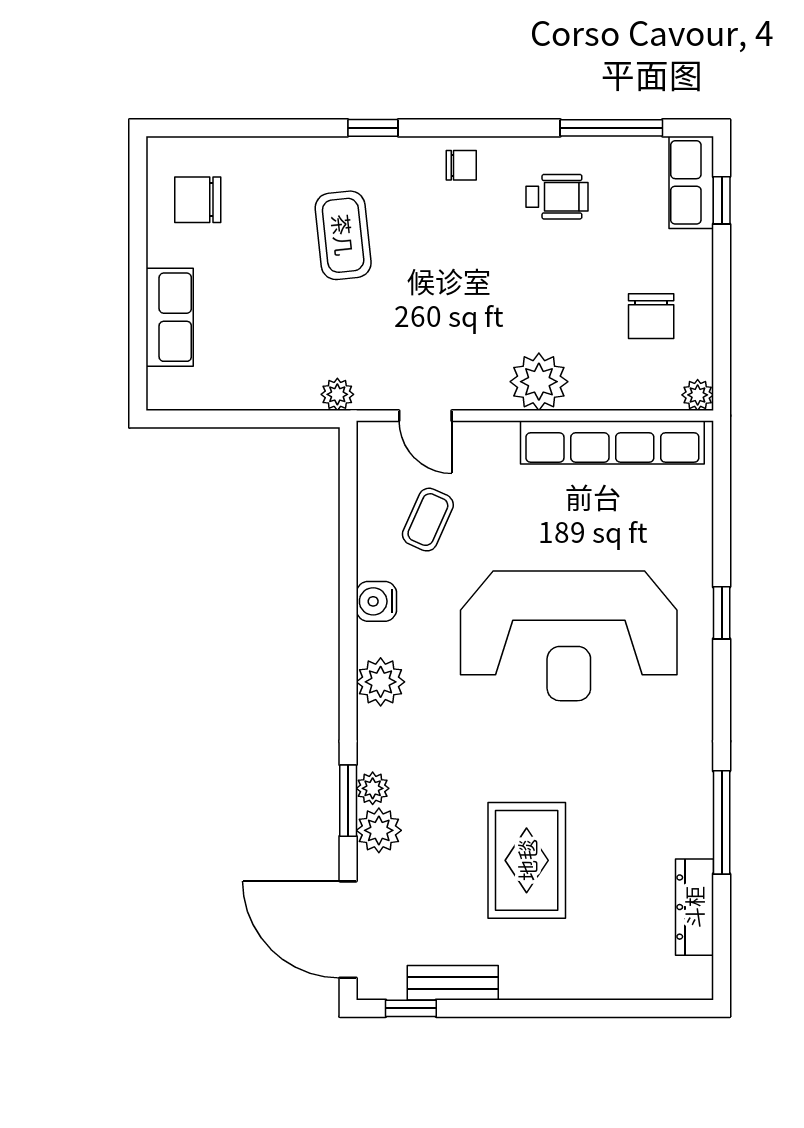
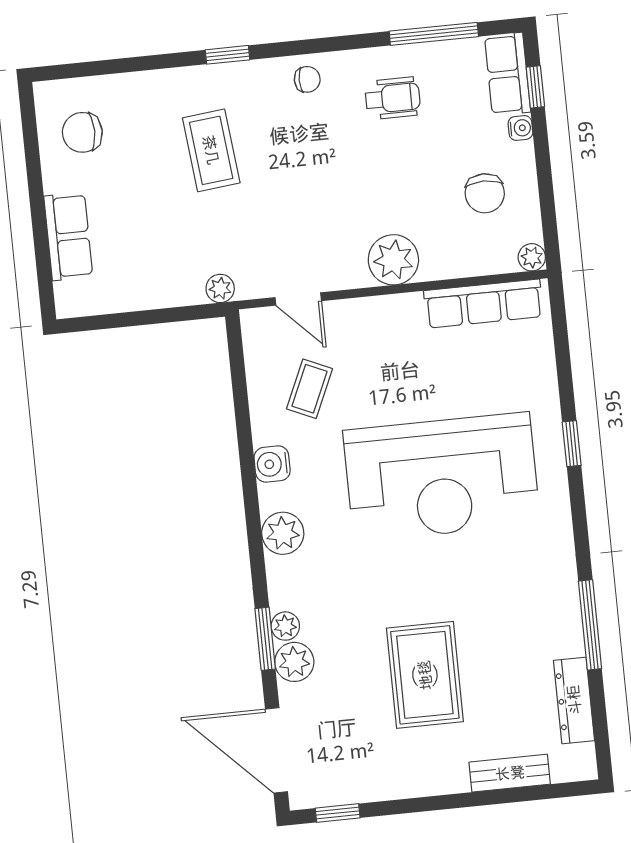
water cooler: (700, 246) -> (520, 128), added
row of seats: (612, 442) -> (483, 304), width x0.73
bench: (453, 983) -> (510, 773), moved

